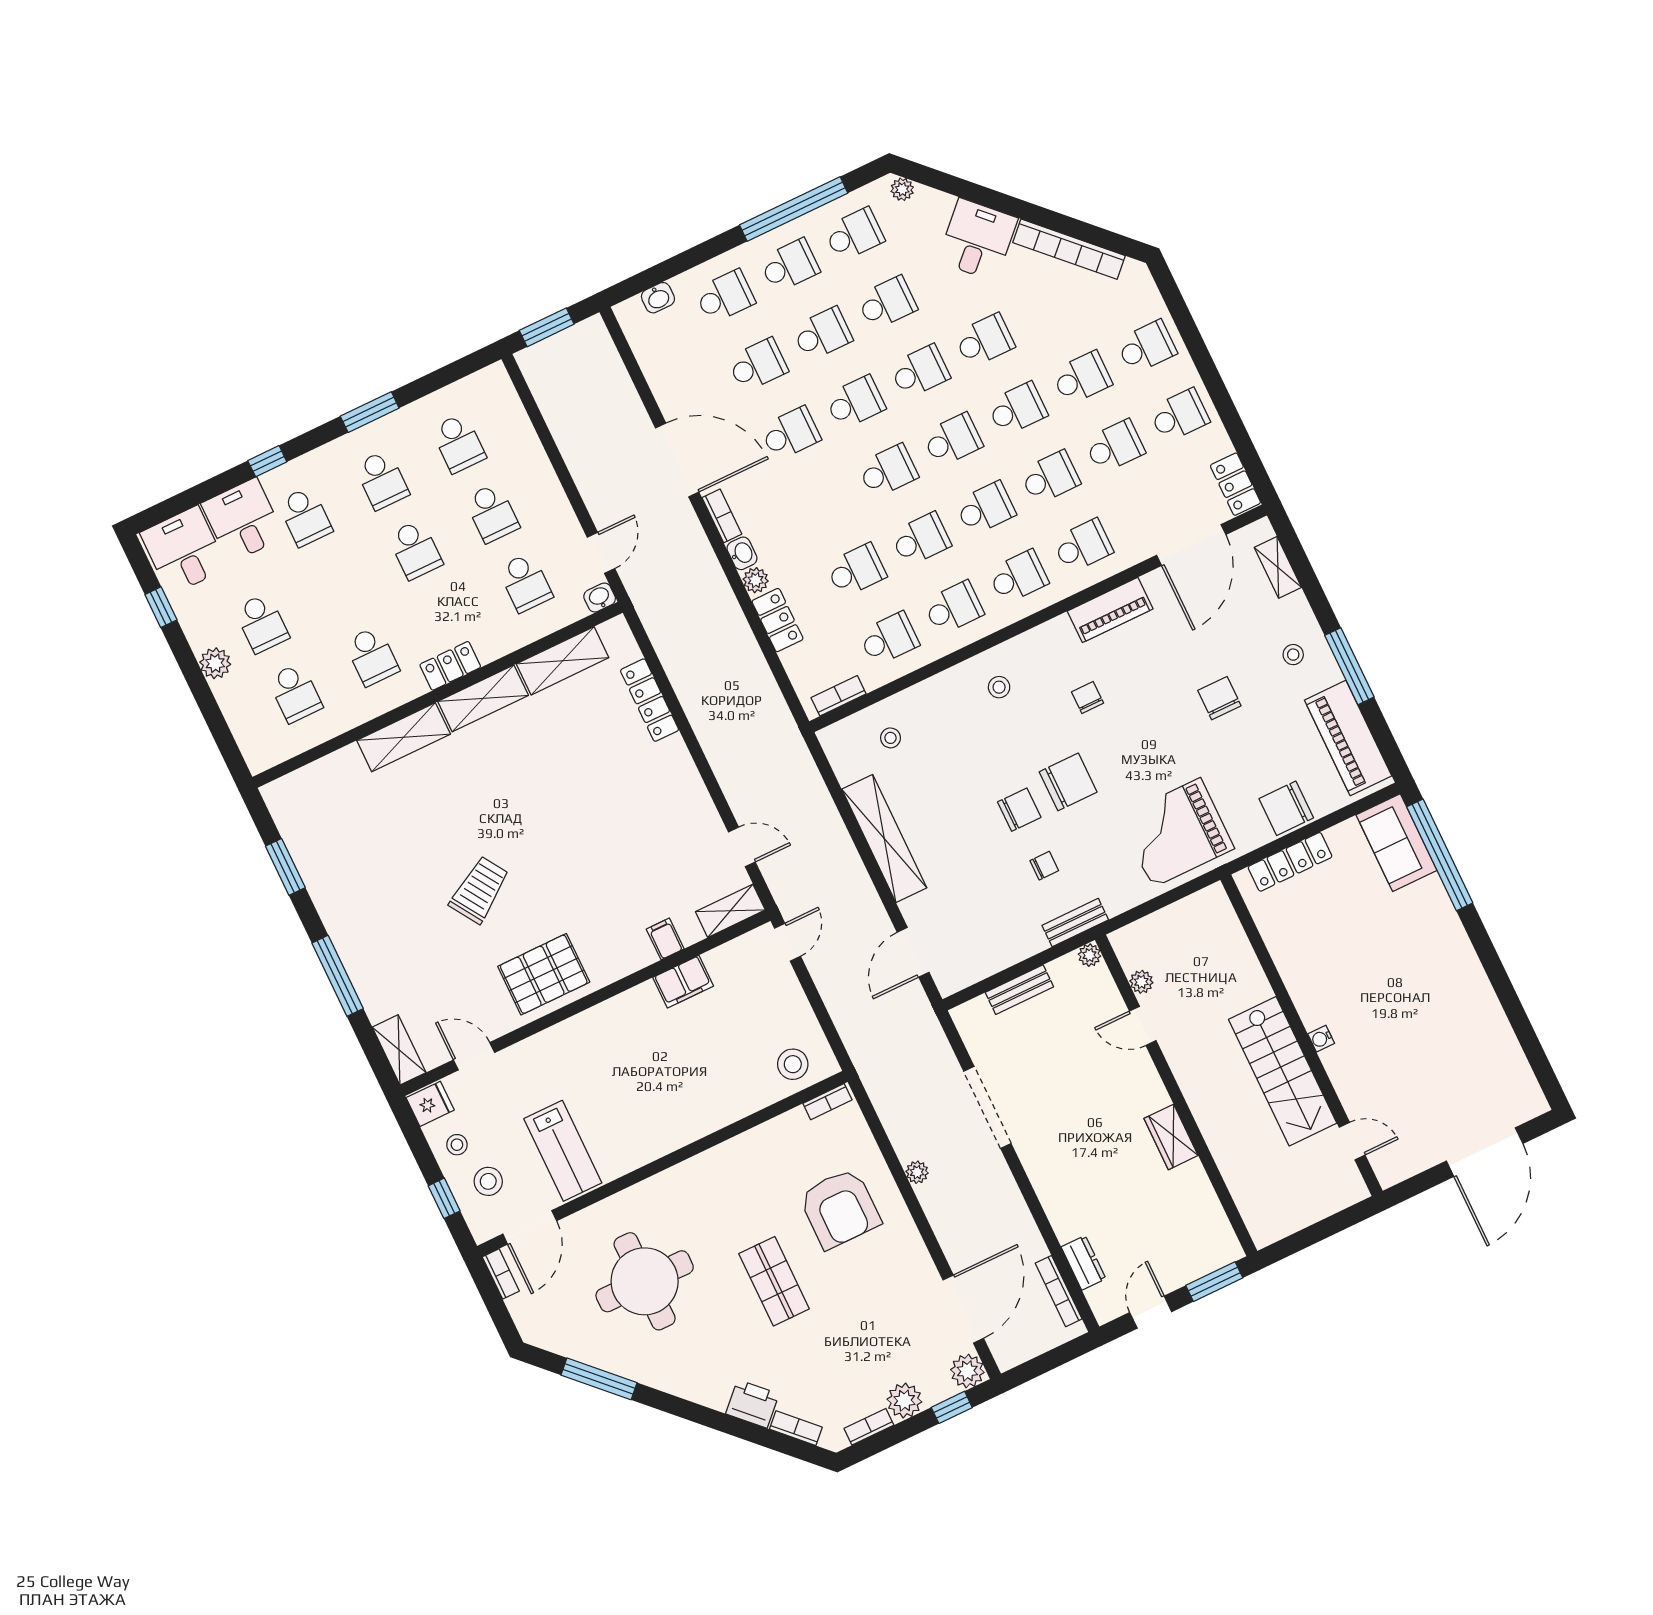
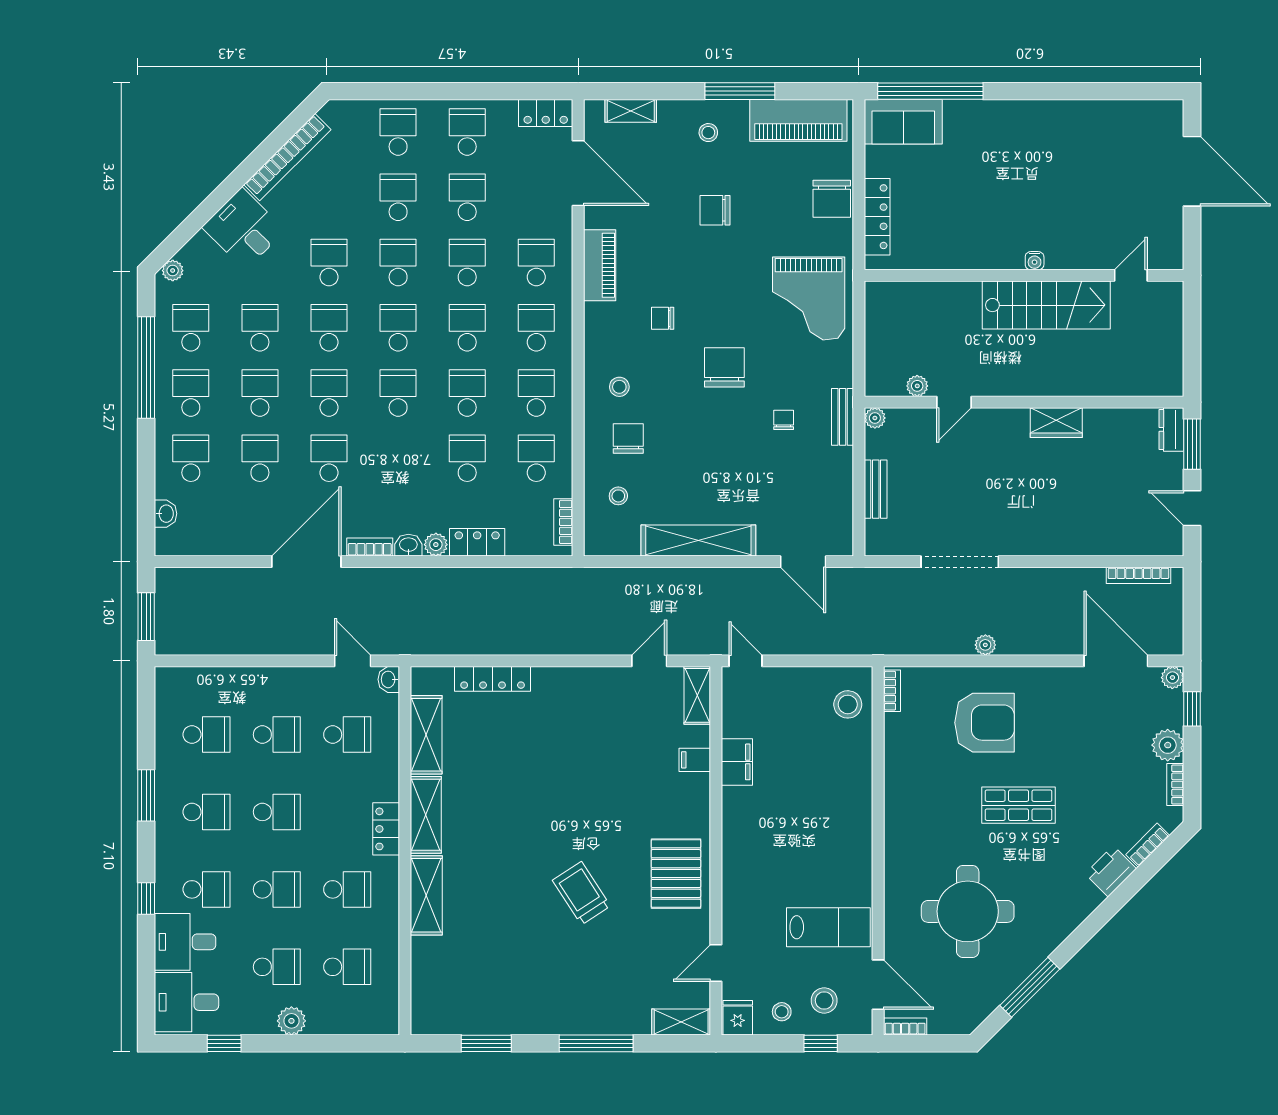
school desk: (338, 586) -> (277, 889), added
chair: (1019, 810) -> (628, 439), moved
dresser: (1084, 1263) -> (1171, 429), moved, turned -90
plant: (967, 1371) -> (1172, 678), width x0.73, depth x0.73

